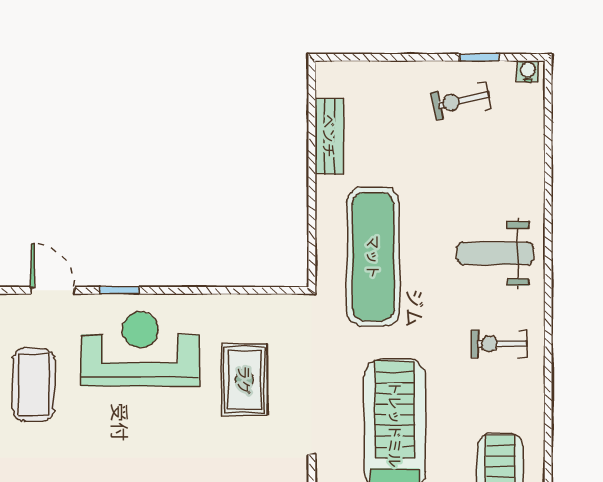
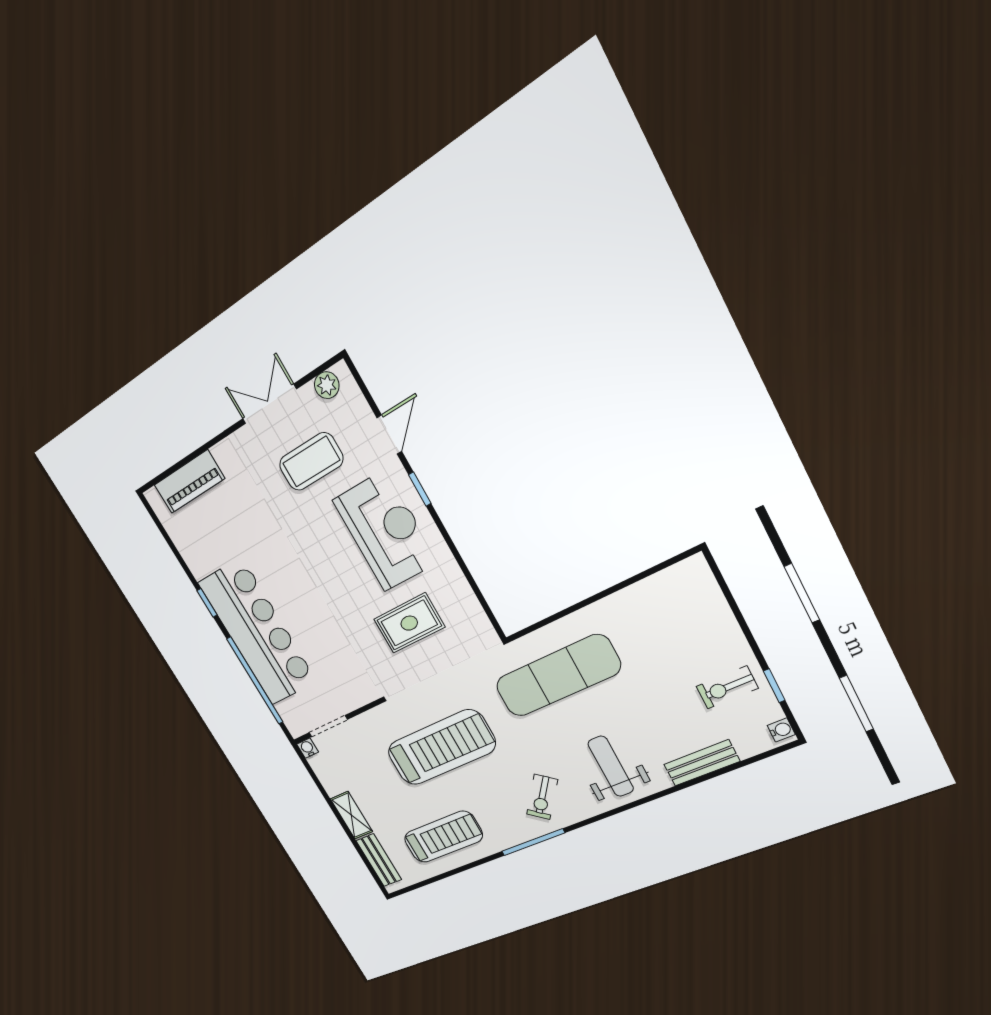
exercise bike: (461, 100) -> (727, 687), turned -78
bench: (329, 136) -> (702, 763), moved
exercise bike: (499, 344) -> (542, 797), turned -142
window: (548, 382) -> (533, 842), added

